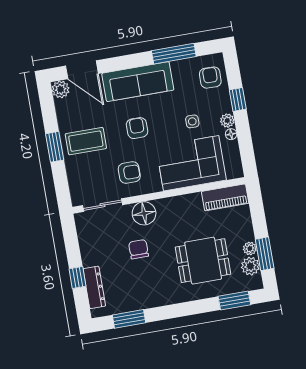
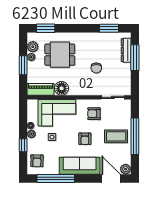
window: (174, 54) -> (56, 178), width x1.46
window: (55, 147) -> (135, 136), width x2.11
floor lamp: (144, 213) -> (62, 88), moved
window: (265, 254) -> (23, 65), moved
window: (78, 278) -> (135, 58), width x2.17

